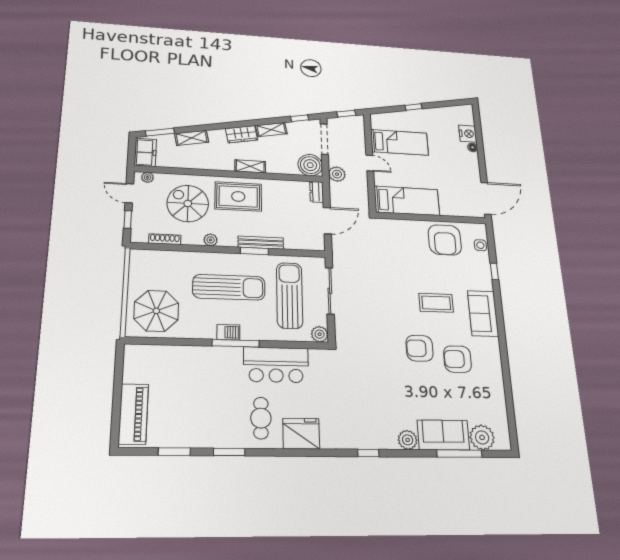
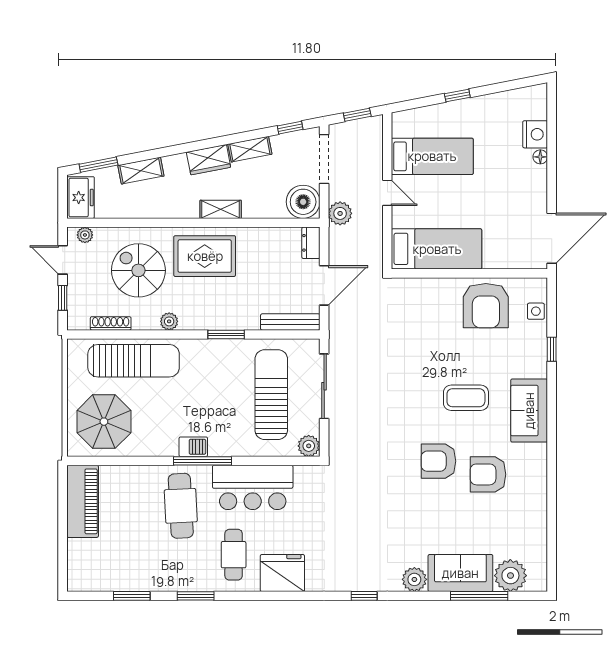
bench: (261, 243) -> (290, 322), moved
sun lounger: (229, 287) -> (134, 361), moved
cafe table: (217, 378) -> (181, 506), added
piano: (133, 414) -> (83, 501), moved

